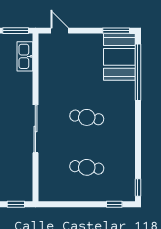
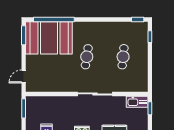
kitchen sink: (25, 56) -> (137, 102), moved
booth: (119, 57) -> (49, 38), width x1.36, depth x1.42

